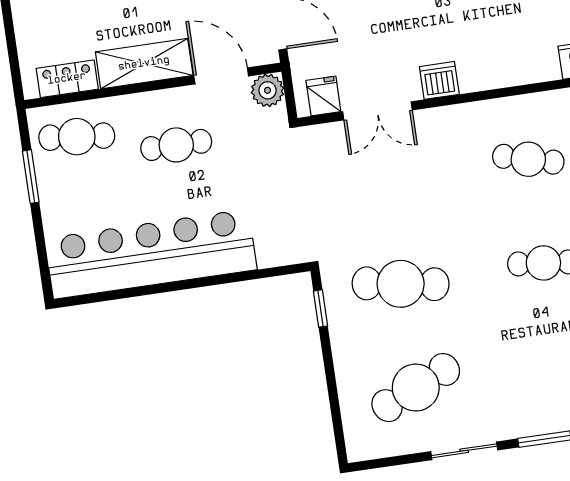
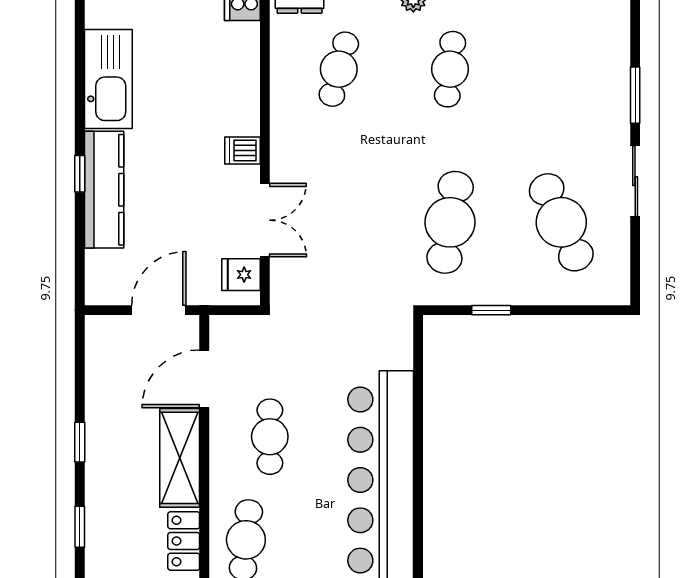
dishwasher: (439, 80) -> (242, 151), width x0.73
plant: (268, 90) -> (227, 332), removed
window: (321, 308) -> (491, 310), moved

